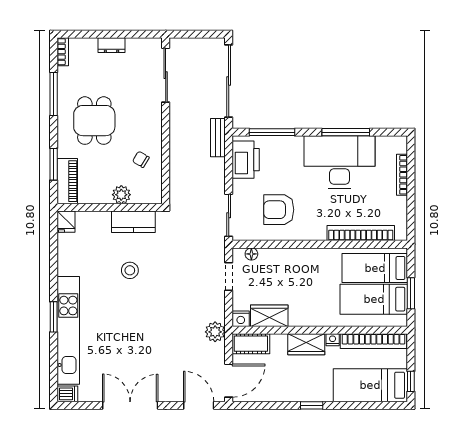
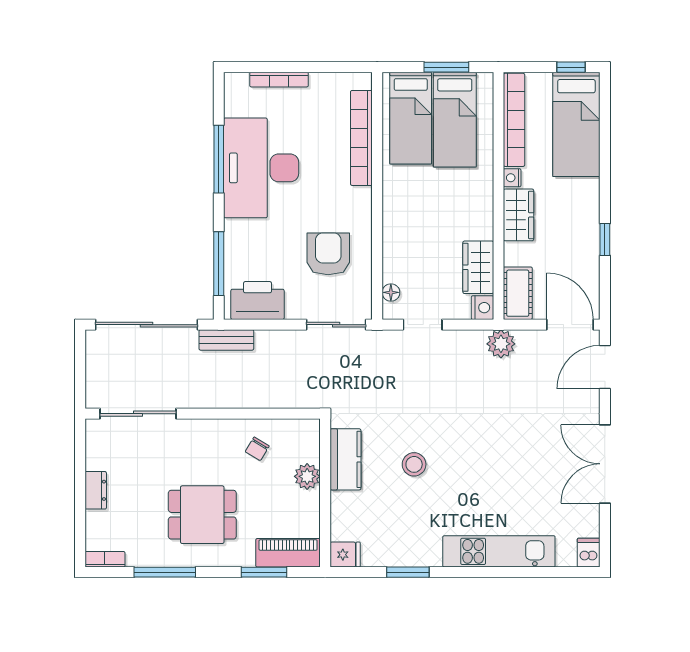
armchair: (279, 210) -> (328, 254), turned 180
window: (54, 317) -> (408, 572), moved
kitchen unit: (68, 330) -> (499, 551), width x0.73
window: (312, 405) -> (605, 240), moved

